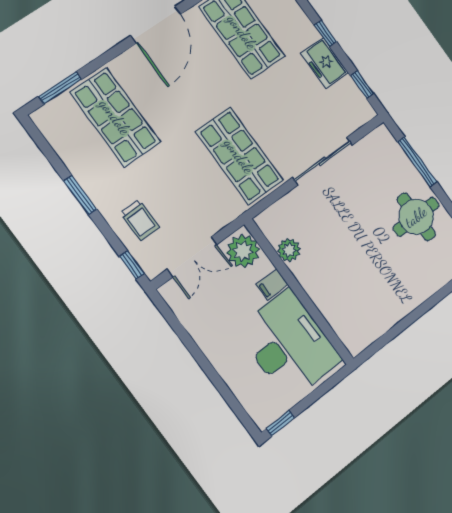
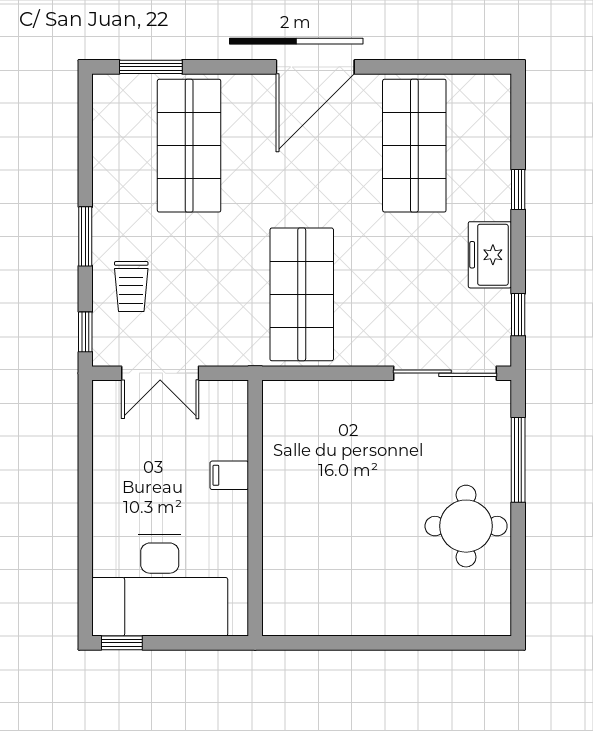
window: (325, 33) -> (518, 189), moved
sliding door: (322, 161) -> (445, 373), moved
window: (80, 195) -> (85, 236), moved
plant: (289, 250) -> (279, 450), removed
plant: (243, 251) -> (224, 410), removed
desk: (289, 345) -> (160, 585), moved, turned 90

